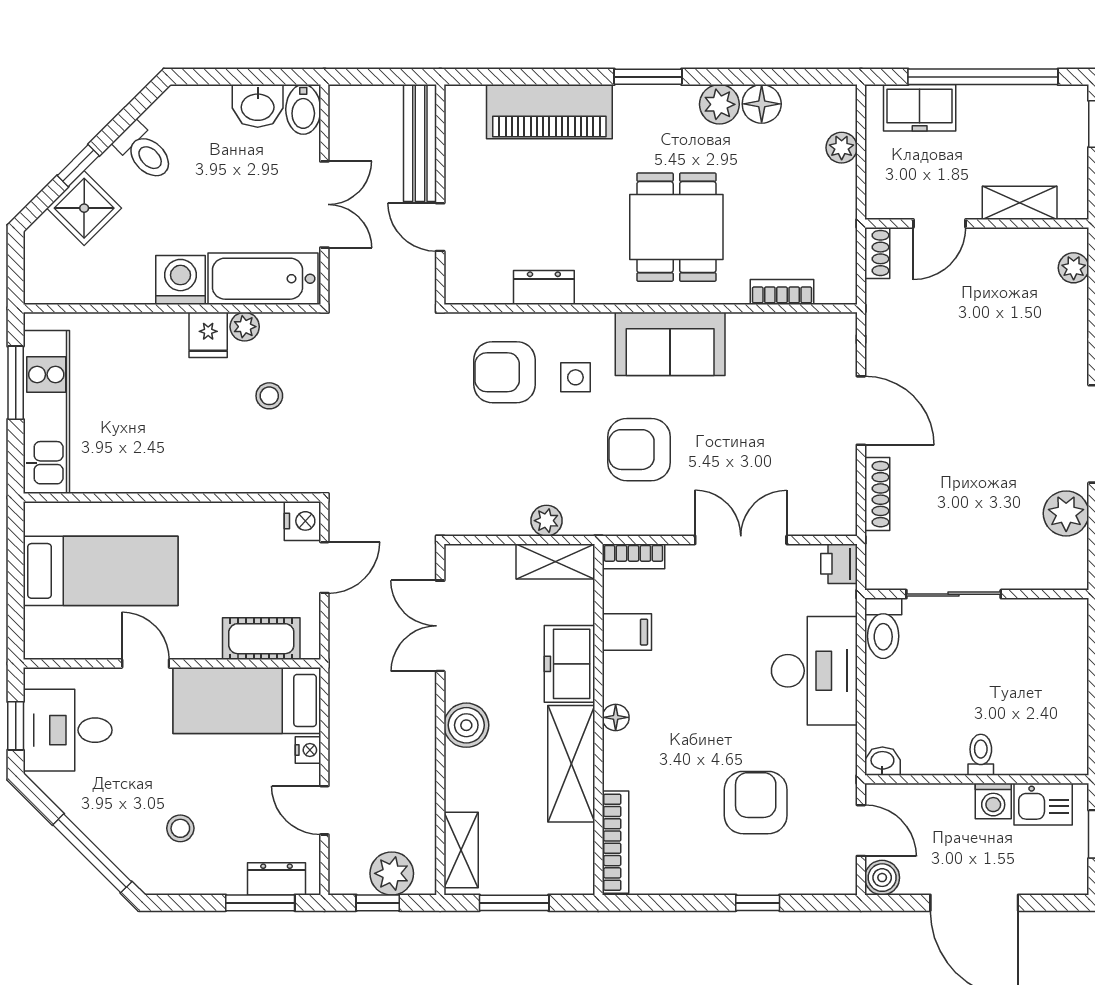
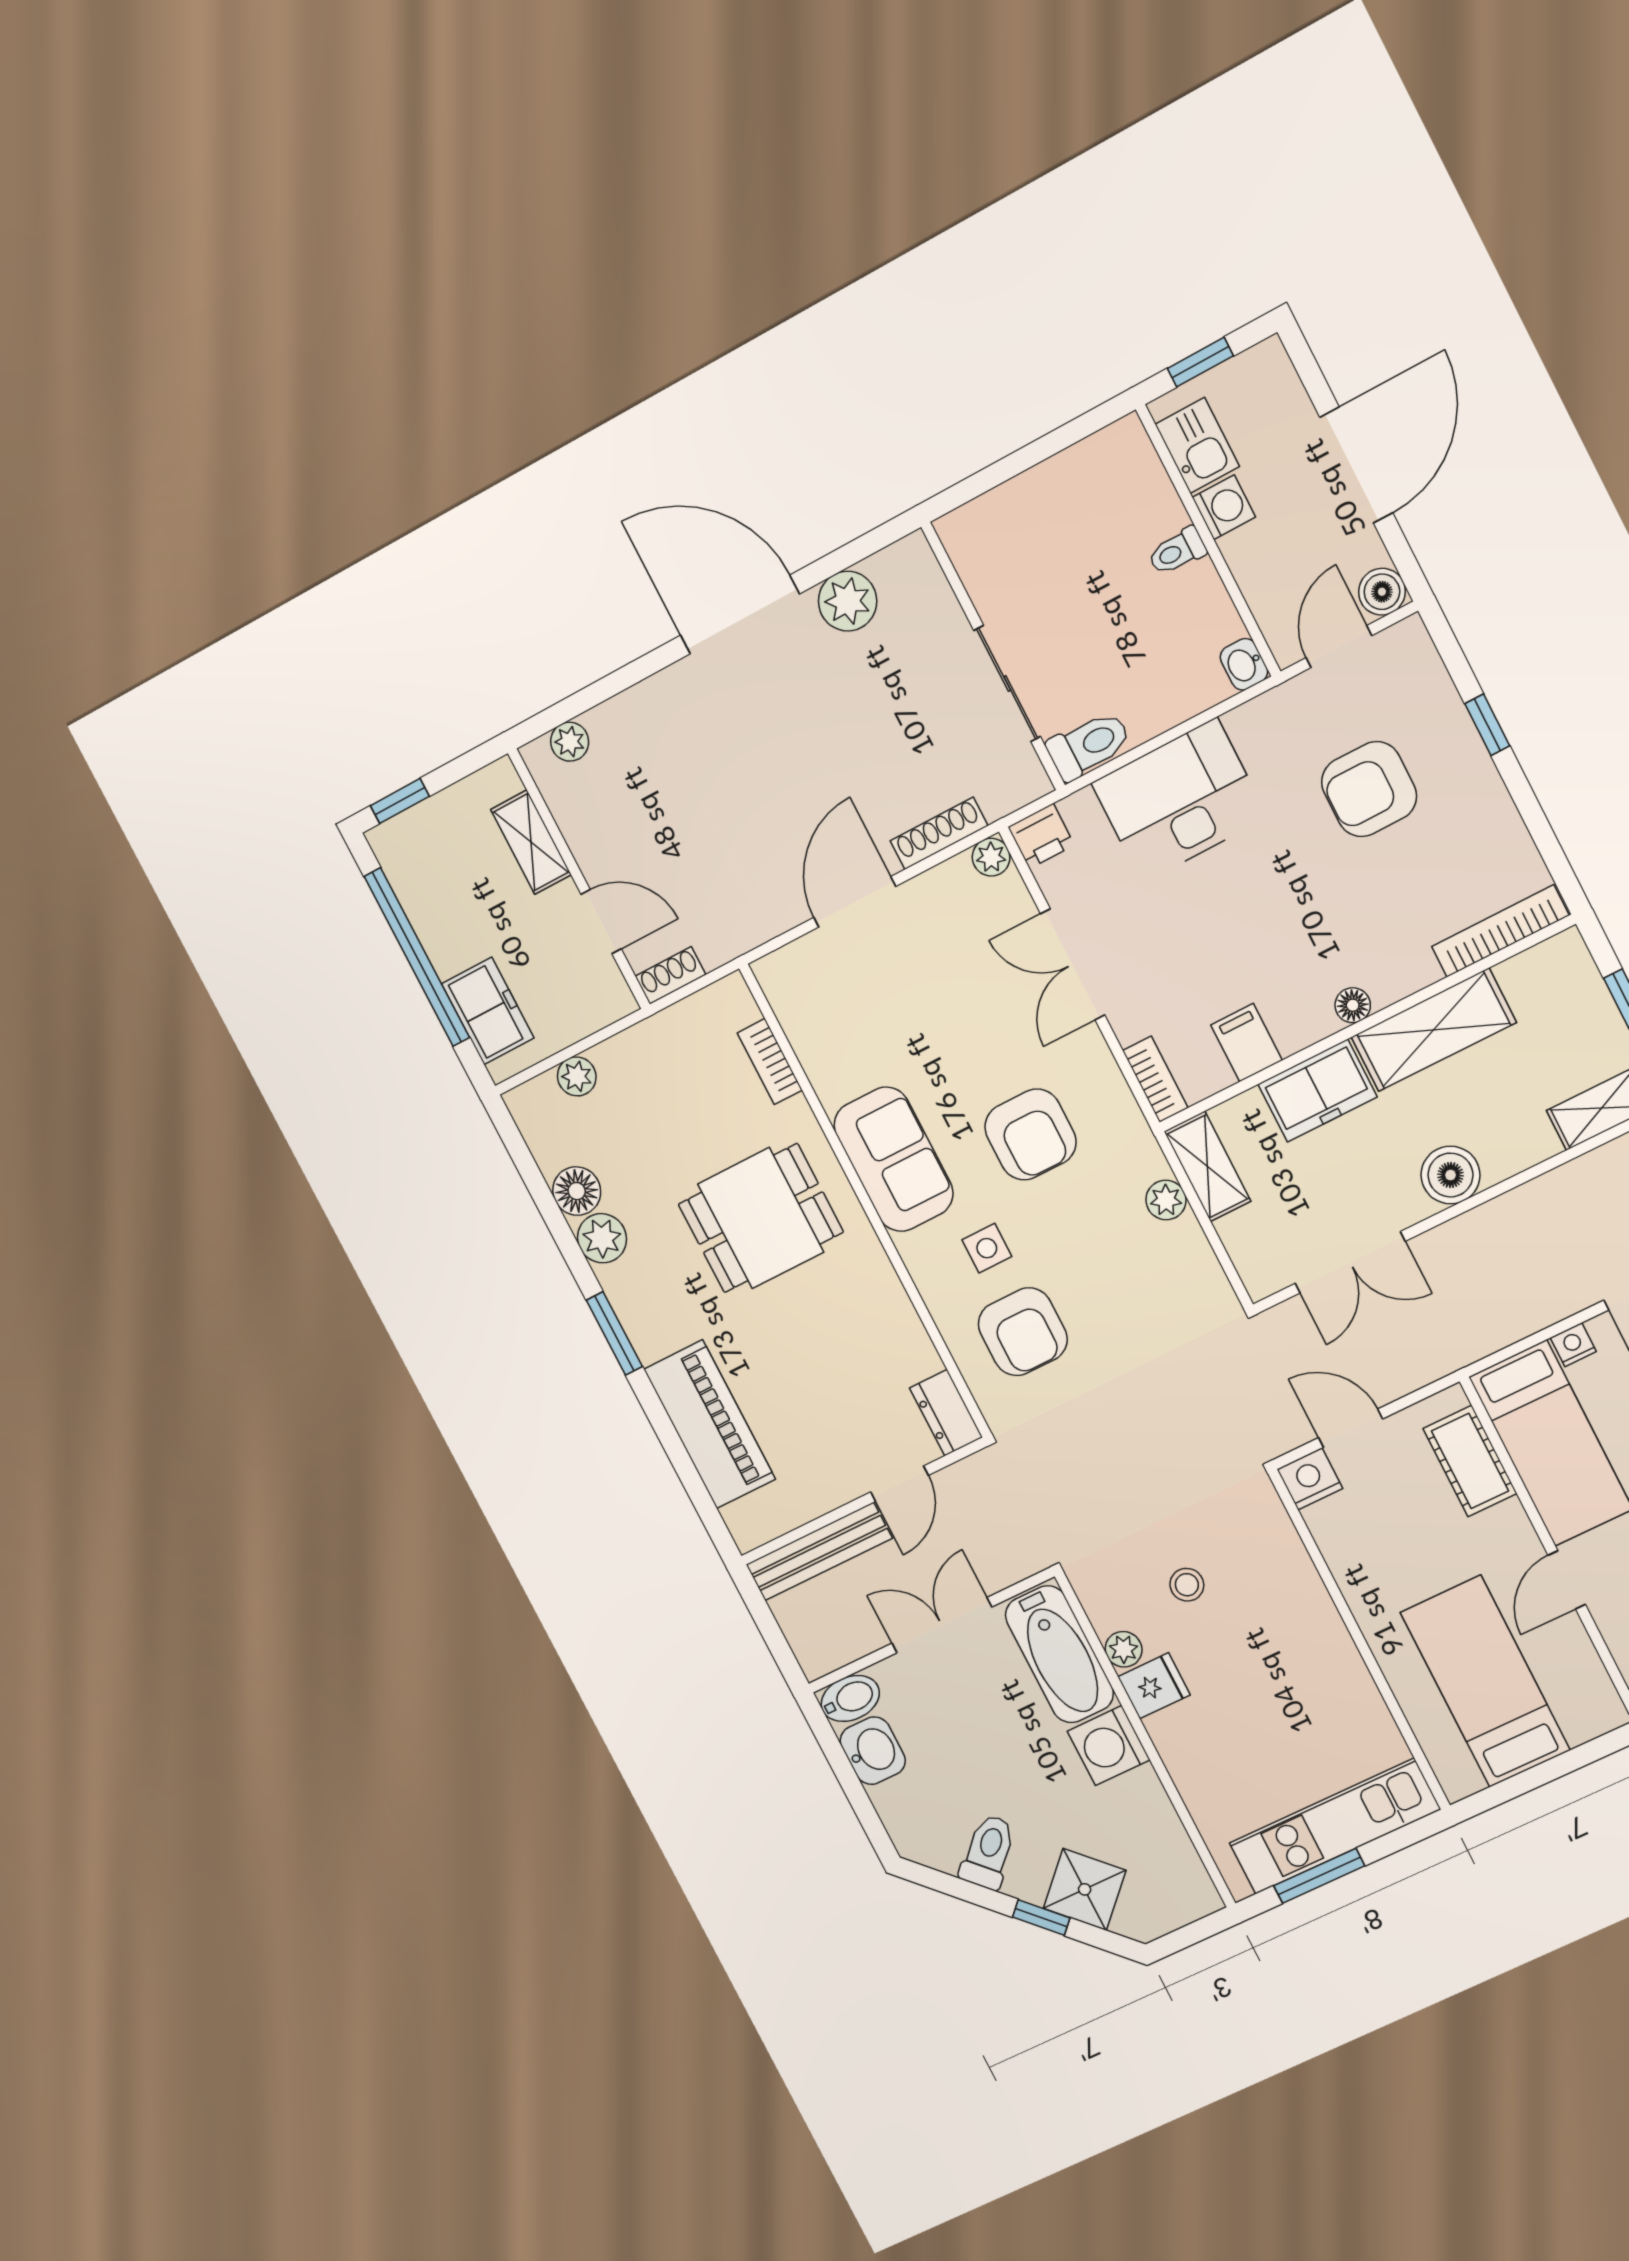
dresser: (544, 287) -> (946, 1413), moved
plant: (843, 522) -> (991, 857), added

